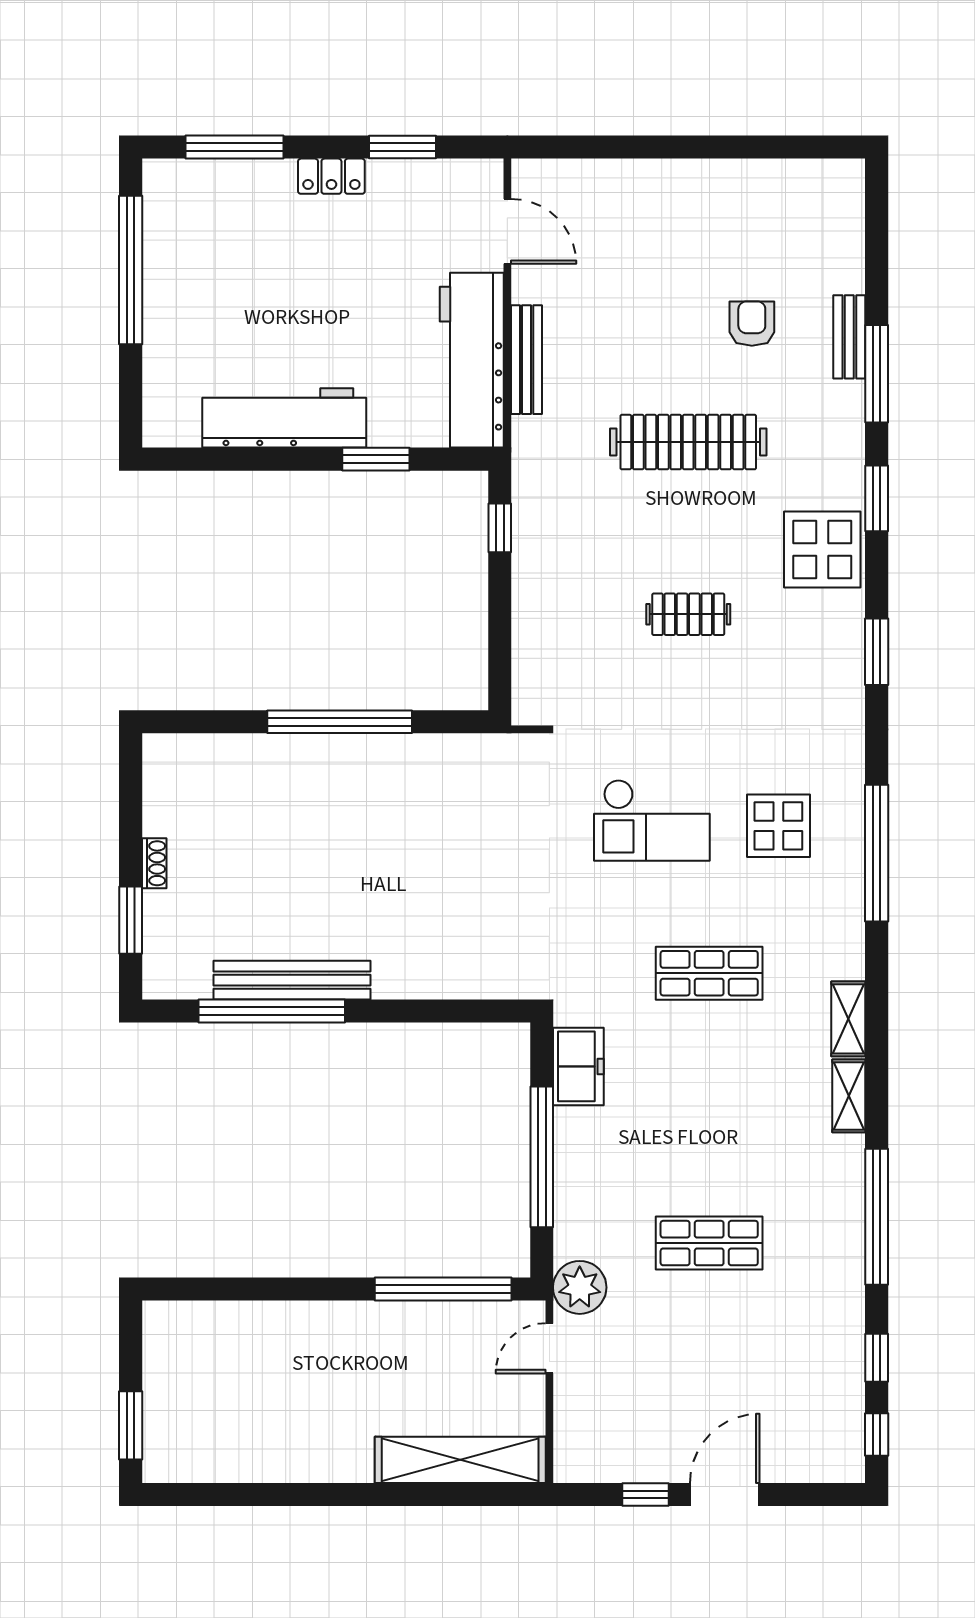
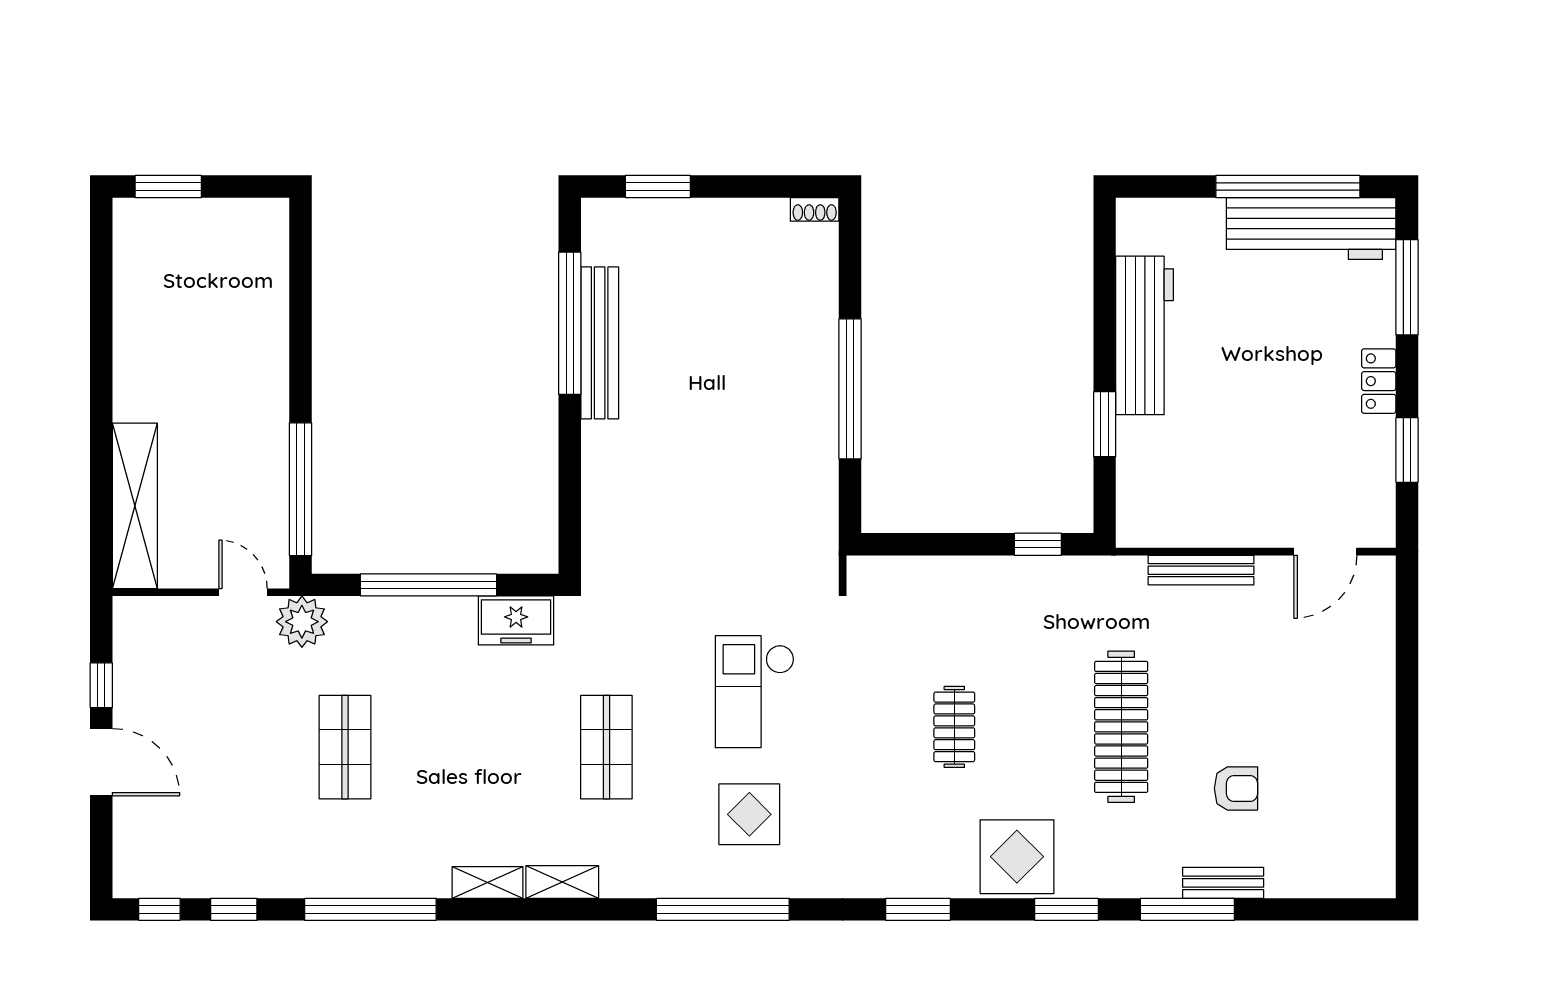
workbench: (472, 360) -> (1311, 228), moved, turned 180
shoe rack: (154, 863) -> (815, 209), moved

